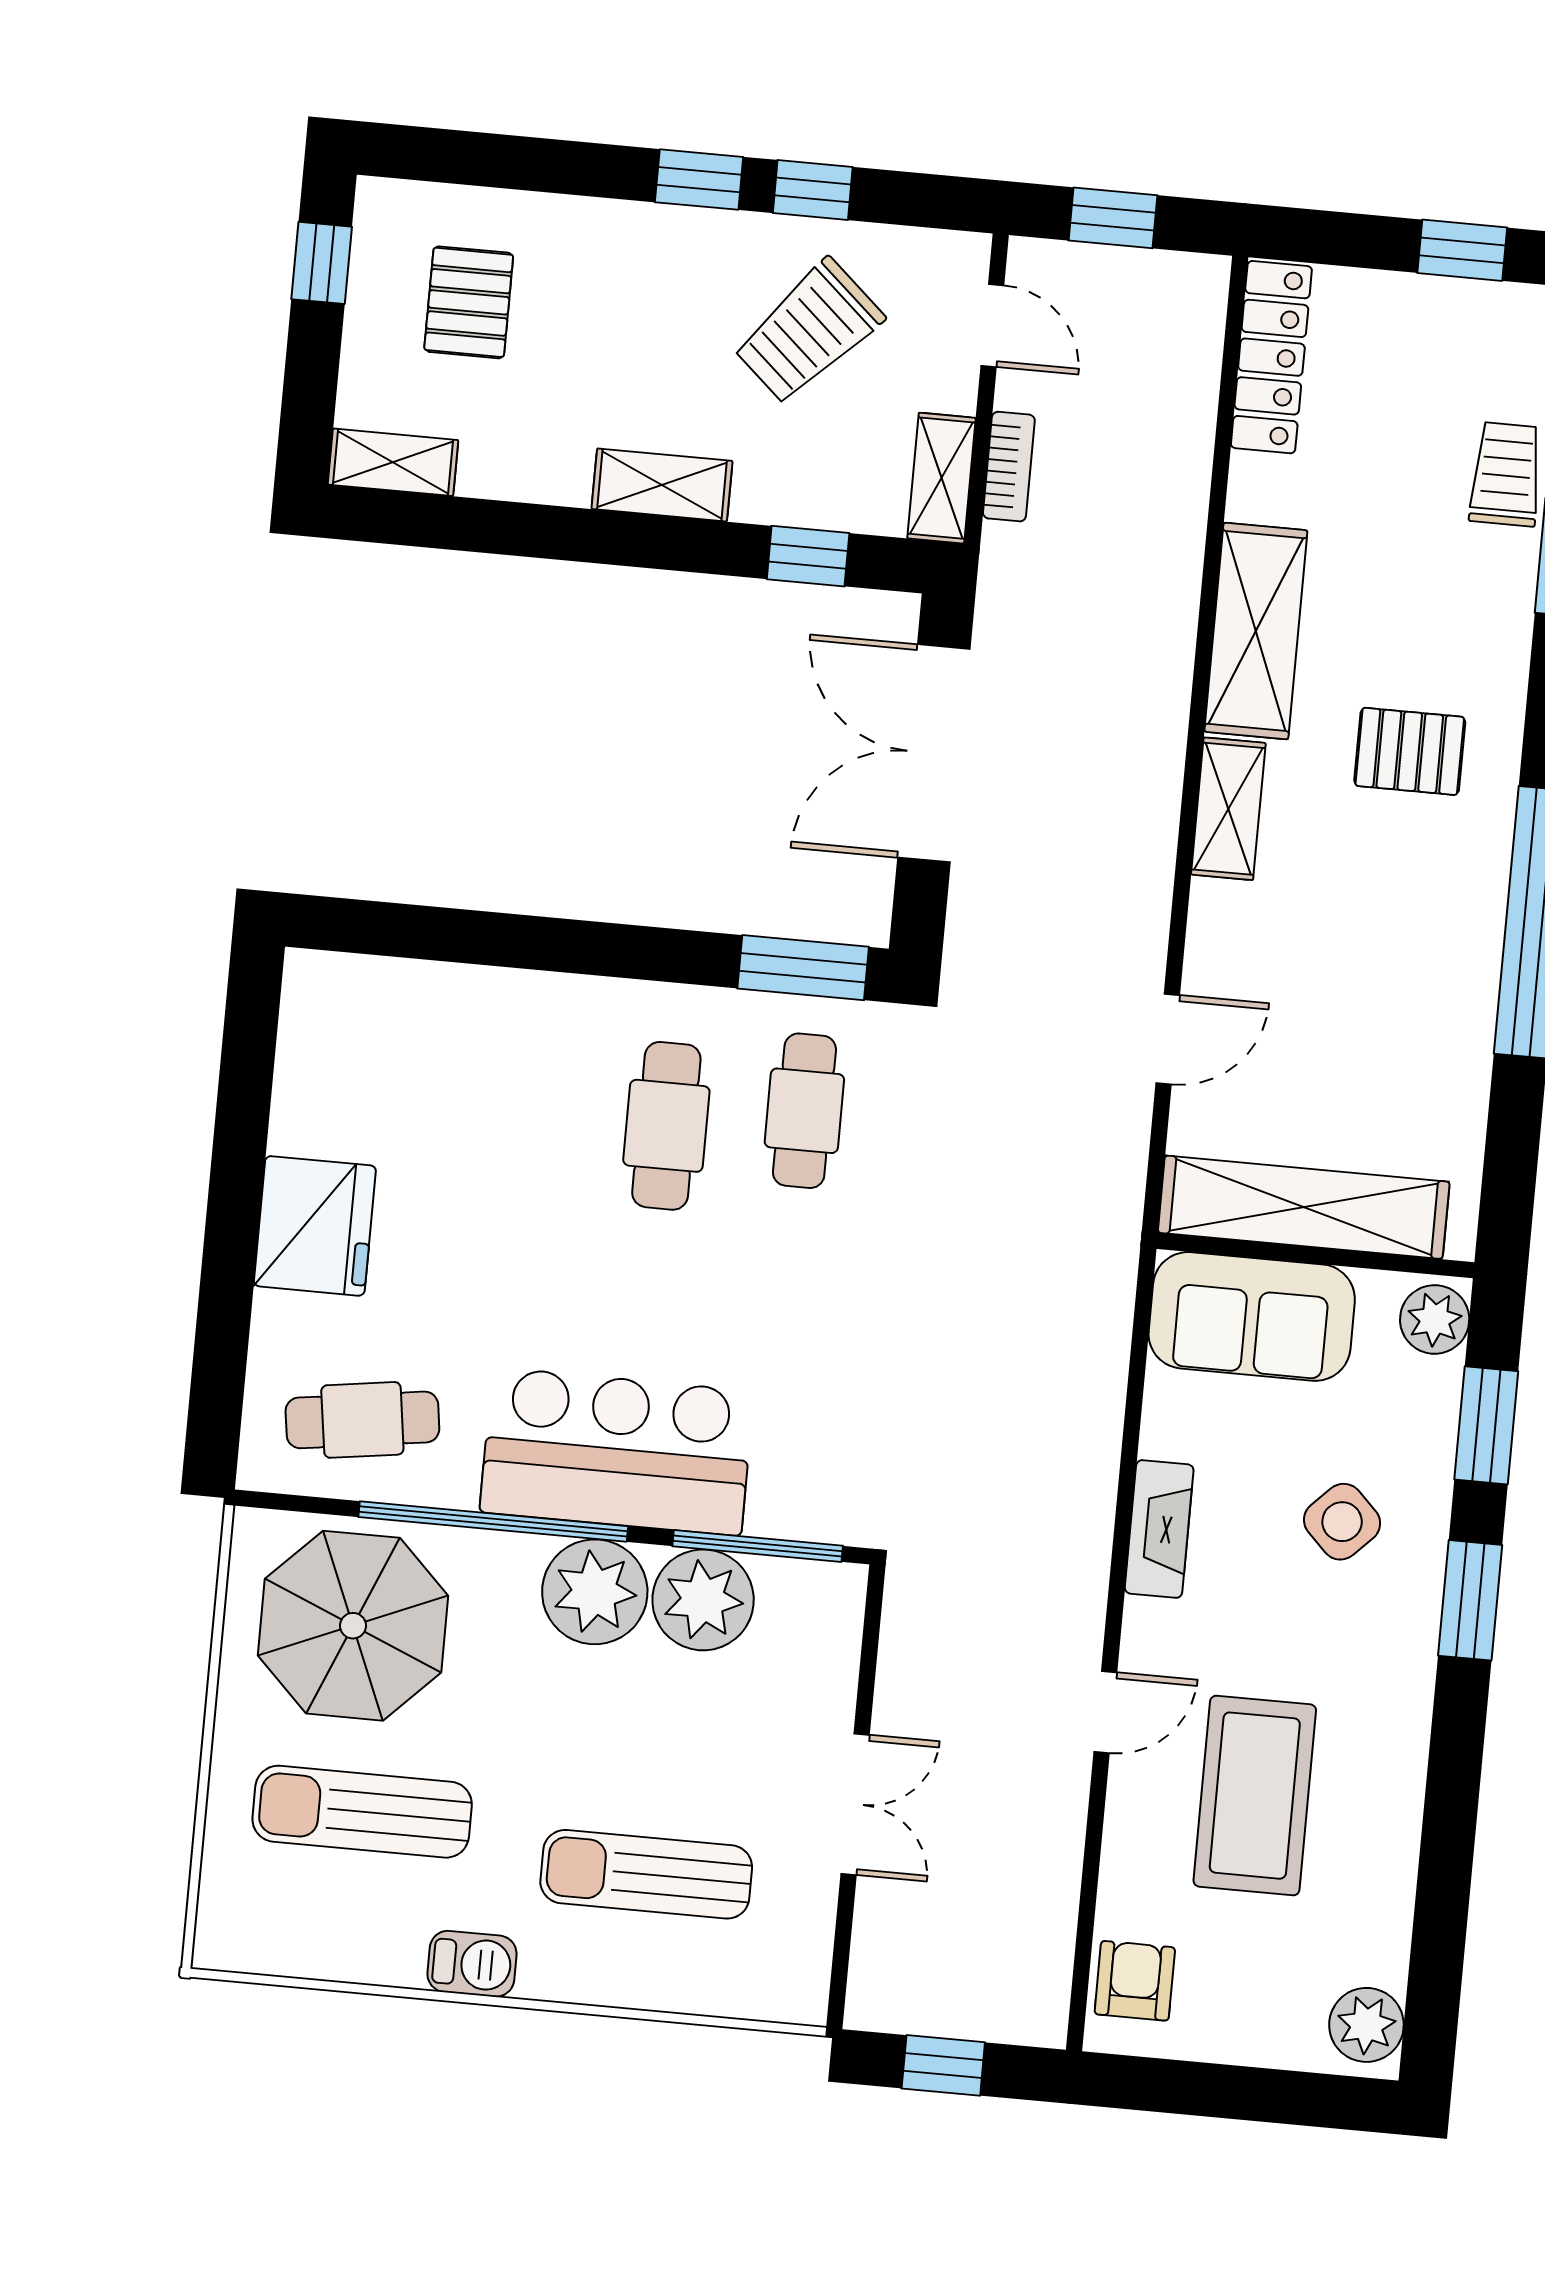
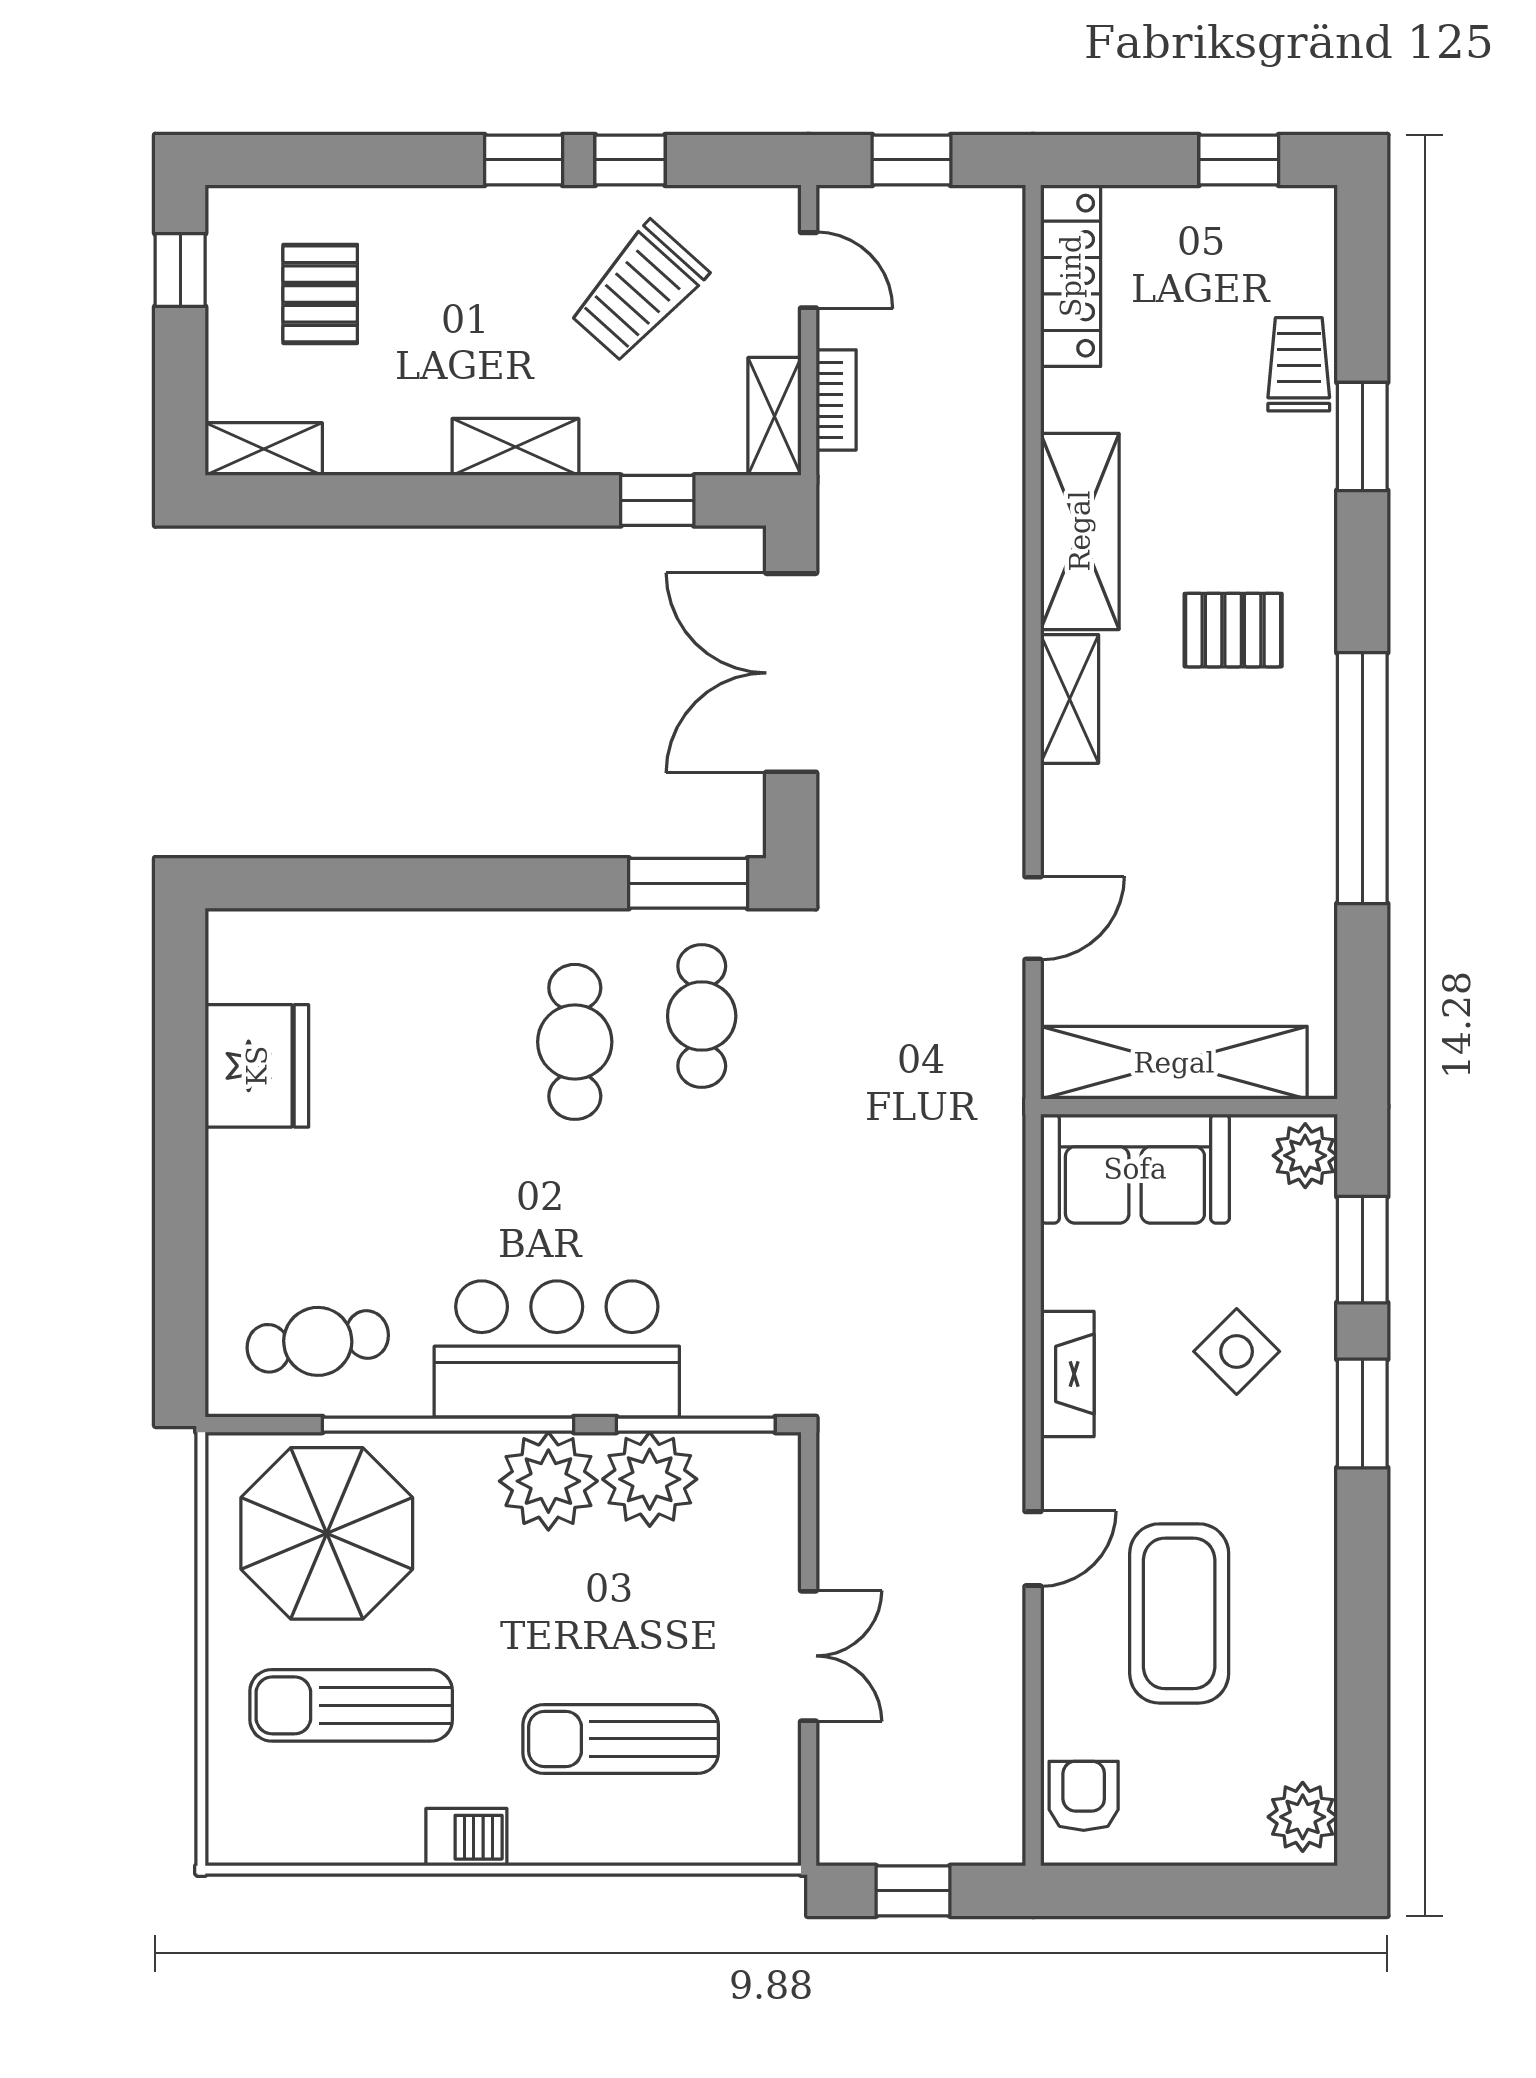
fridge: (315, 1226) -> (257, 1066), moved

